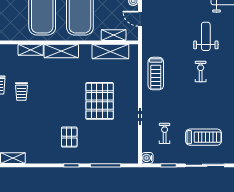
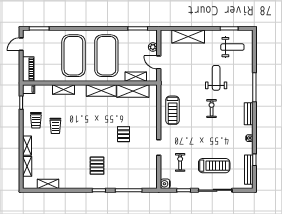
shelving: (61, 51) -> (101, 91), moved
pallet: (100, 101) -> (124, 134), width x0.49, depth x0.50

